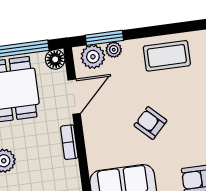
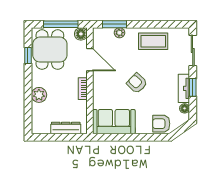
plant: (93, 57) -> (105, 35), removed
door: (74, 97) -> (90, 60), hinge flipped

